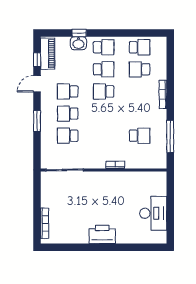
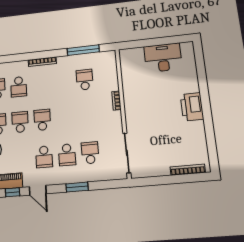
school desk: (104, 91) -> (42, 120), turned 180
school desk: (68, 136) -> (90, 153), turned 180

